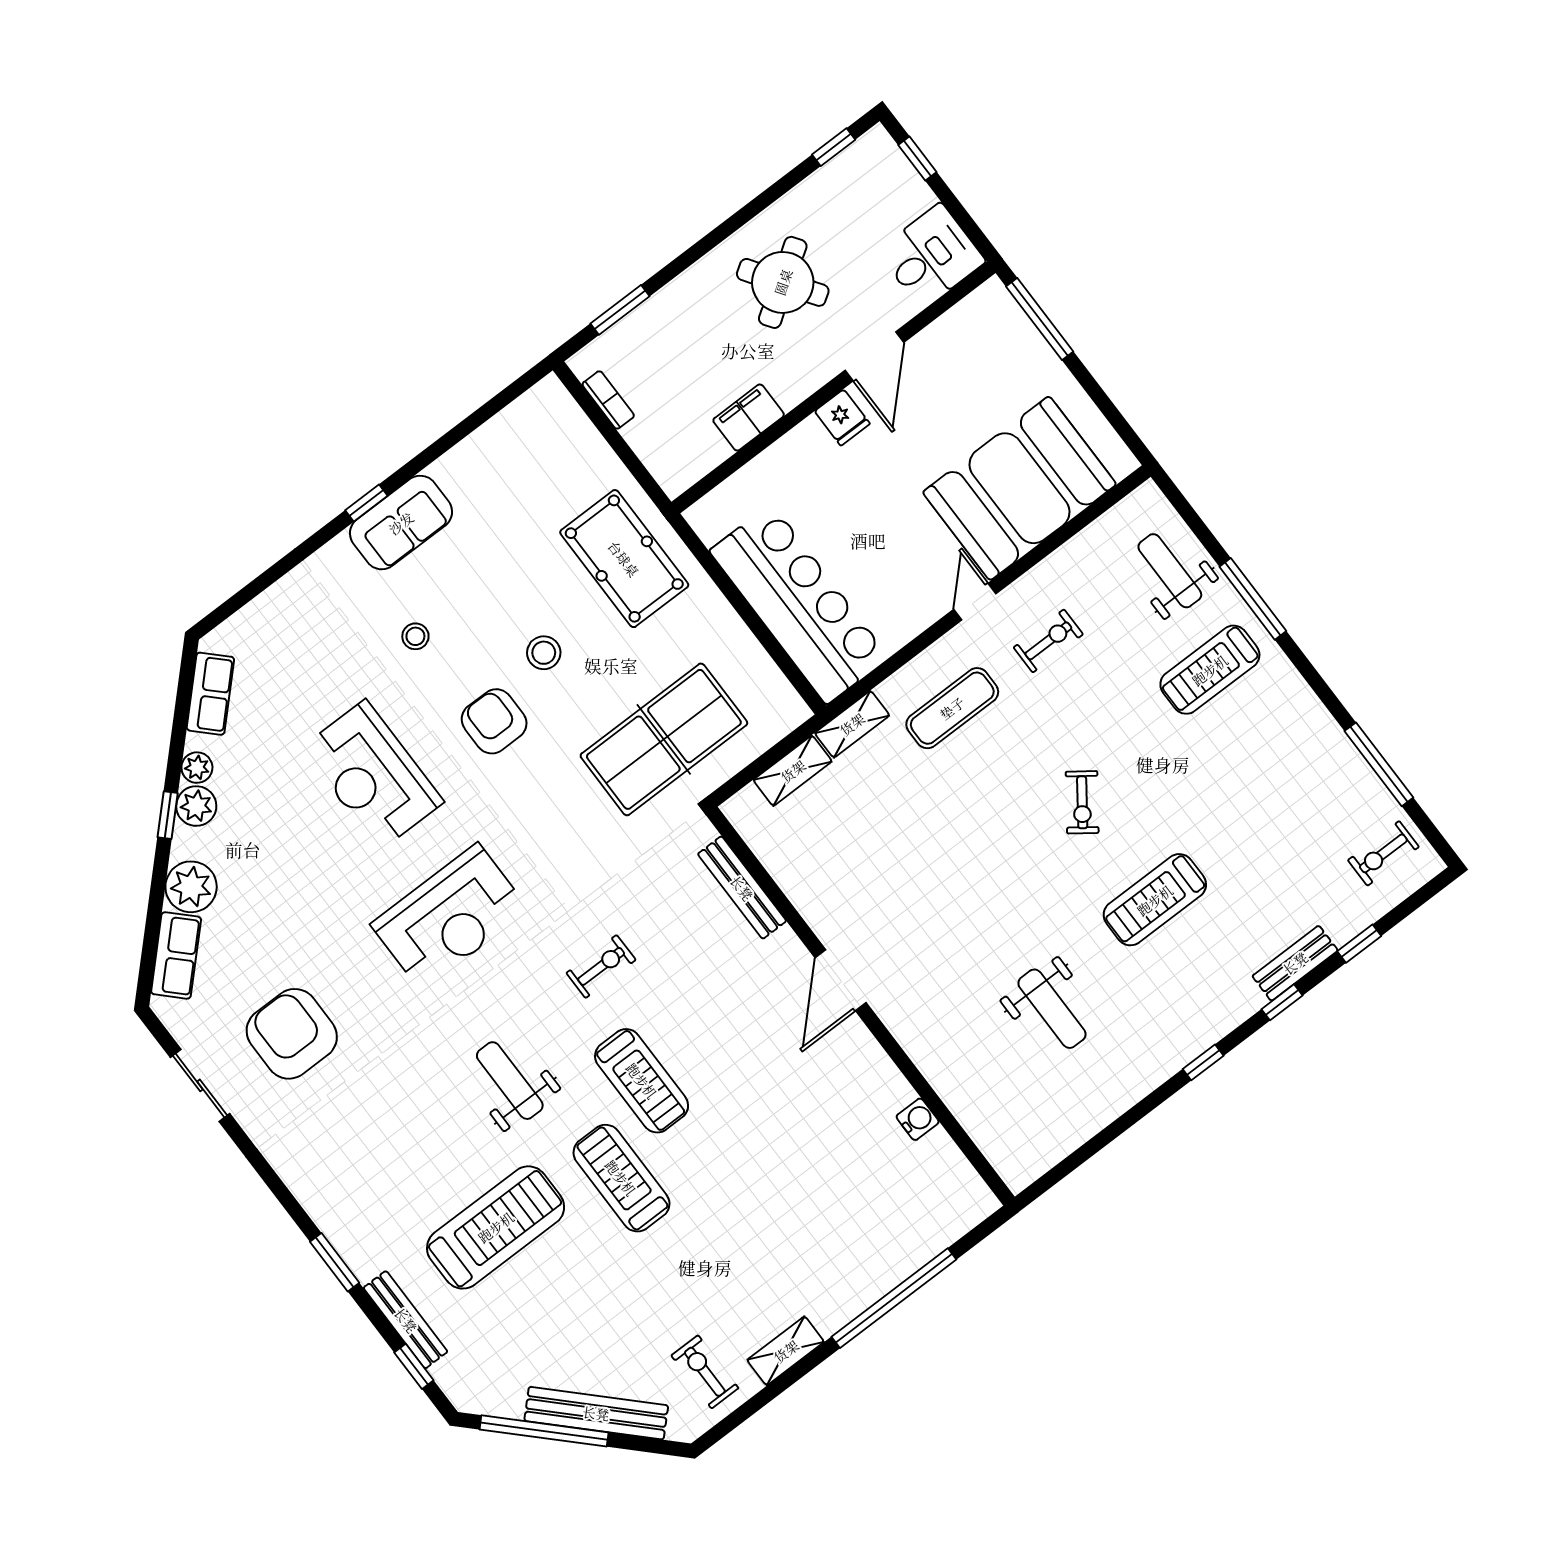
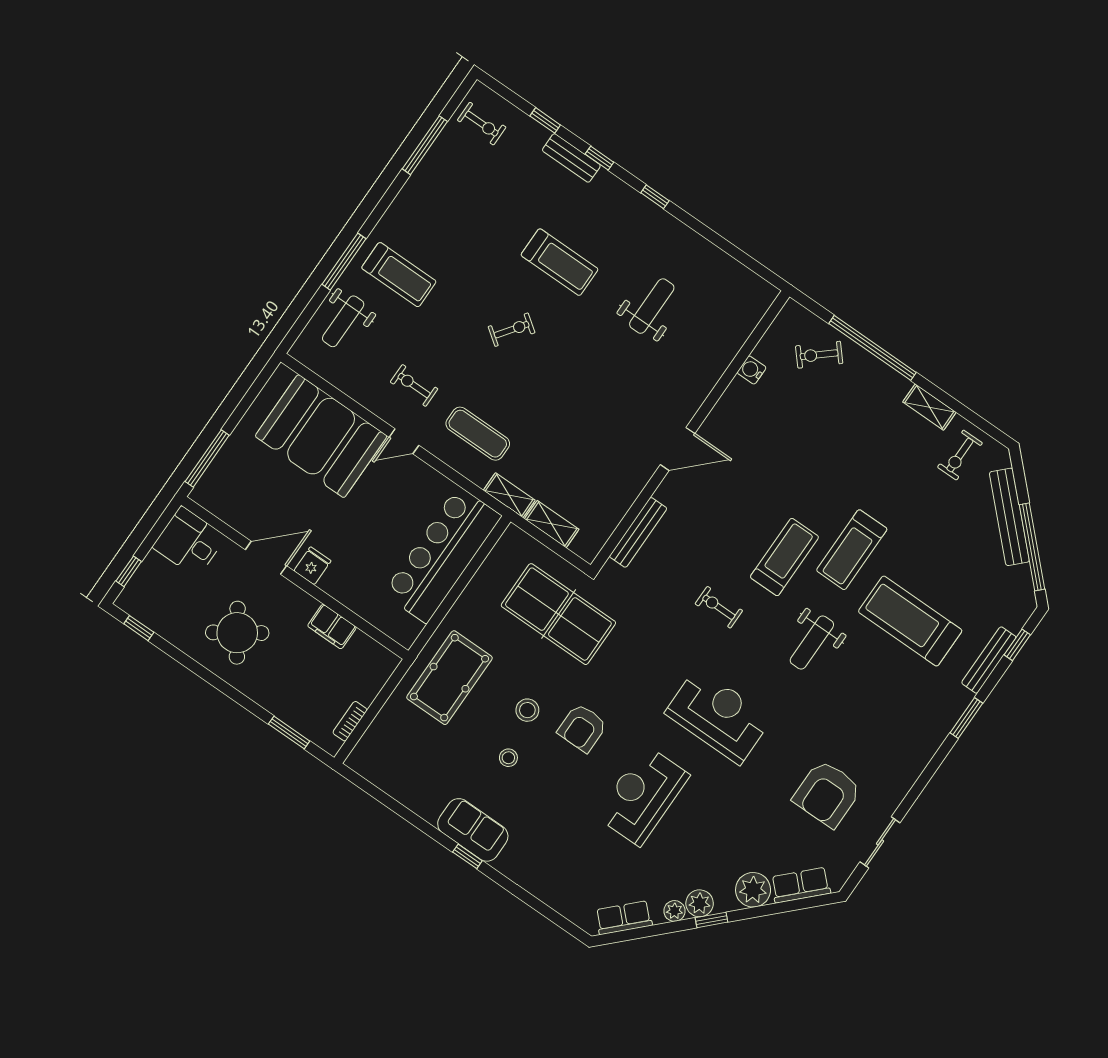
stool: (415, 636) -> (508, 758), moved
reception desk: (373, 775) -> (642, 795), turned 180
exercise bike: (909, 1220) -> (819, 355), added

